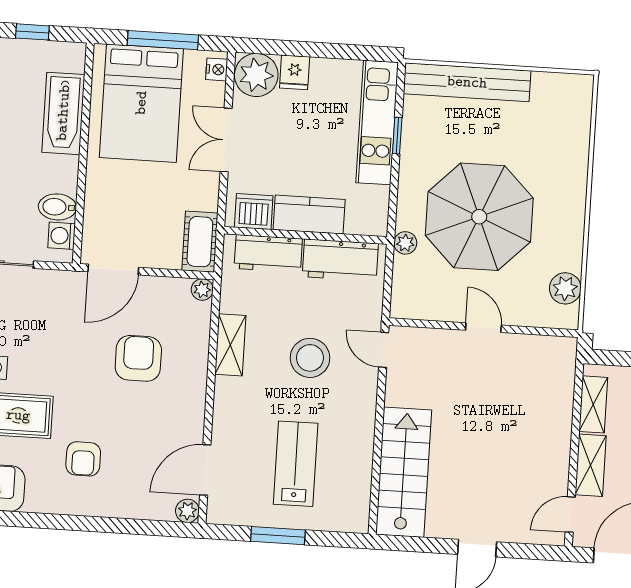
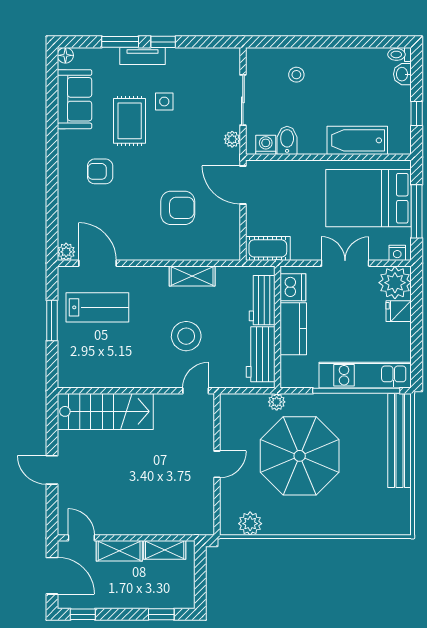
window: (397, 136) -> (356, 391), width x3.17
plant: (202, 290) -> (232, 139), moved
lab bench: (296, 464) -> (97, 307), moved

